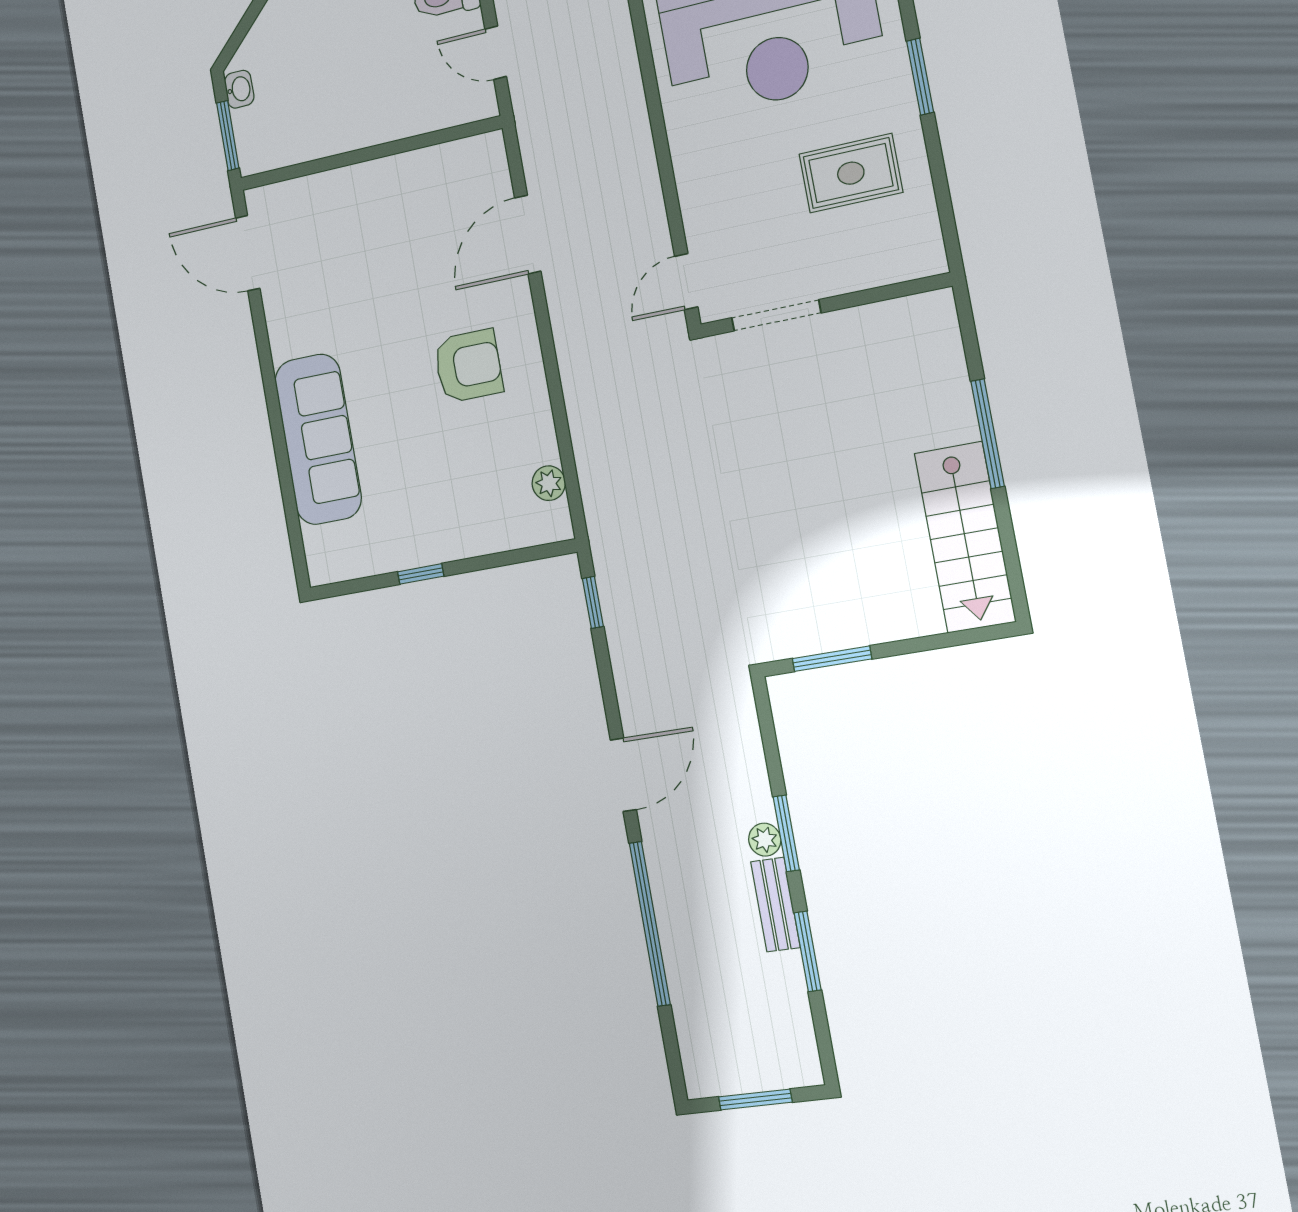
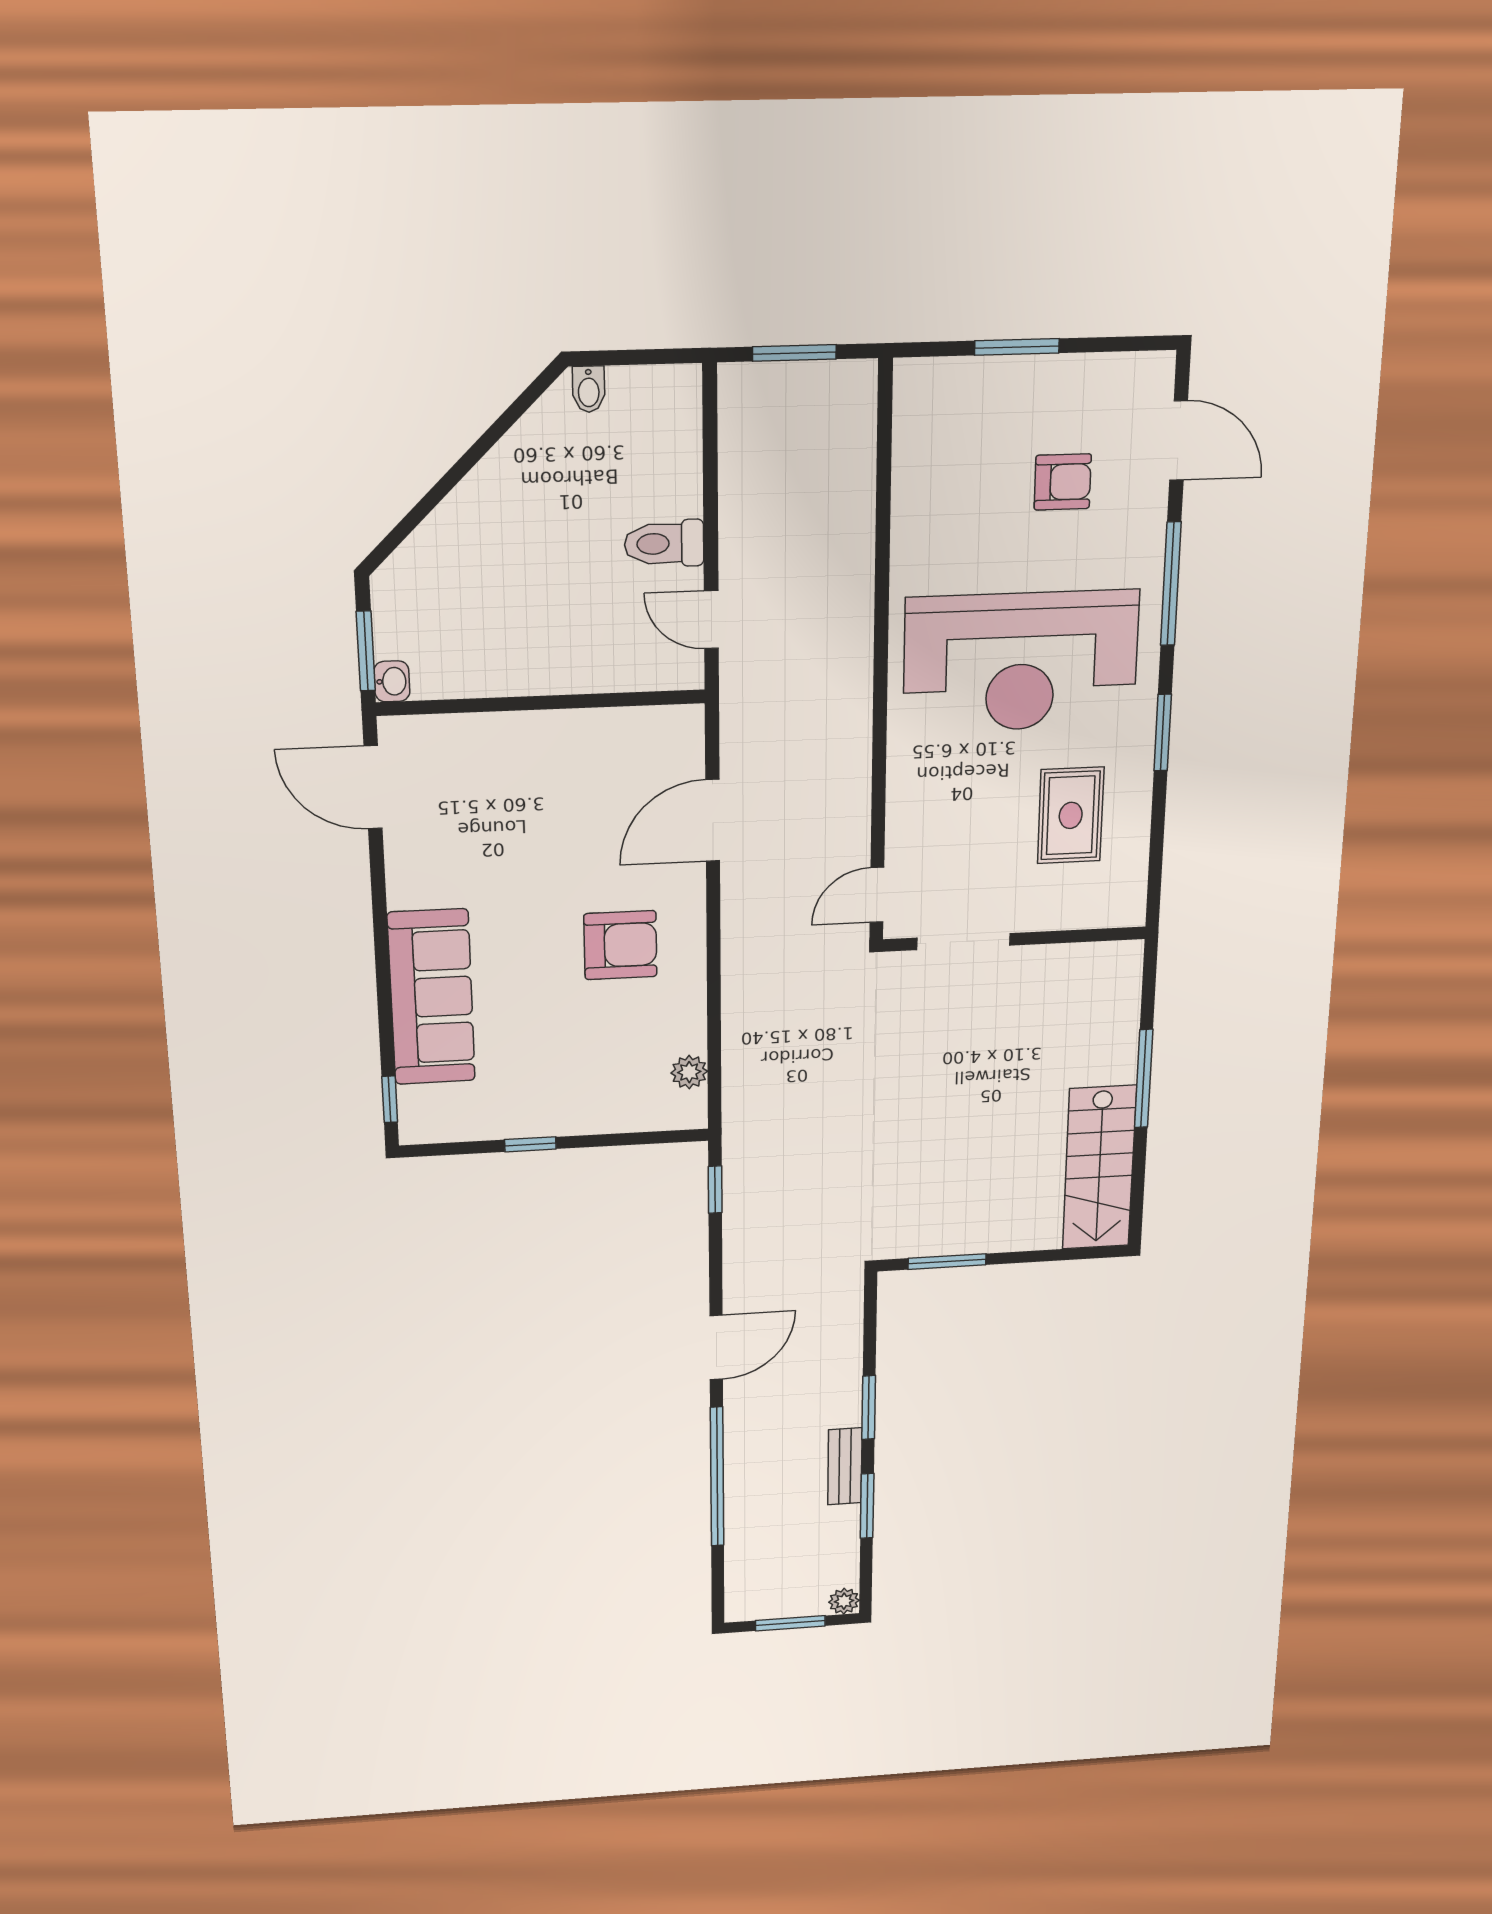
washbasin: (239, 89) -> (392, 681), moved
rug: (851, 173) -> (1071, 815), turned 90
window: (297, 543) -> (390, 1099), added
plant: (765, 840) -> (844, 1601), moved

